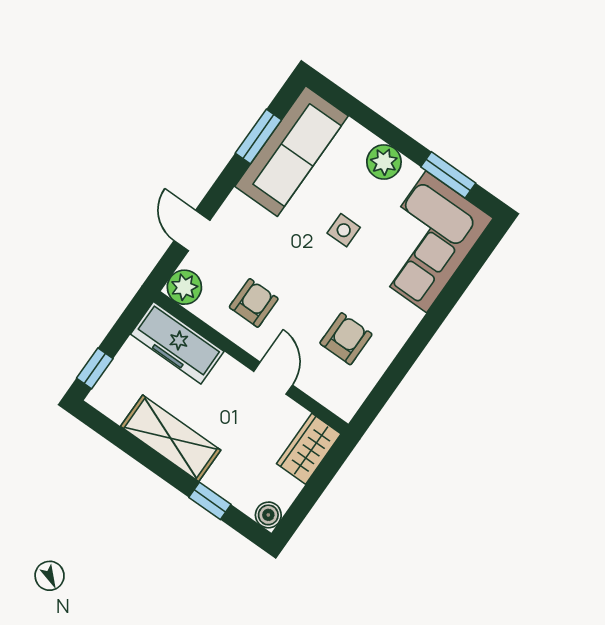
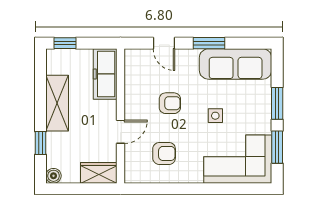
window: (387, 132) -> (277, 103), added
window: (258, 136) -> (209, 43), moved
plant: (384, 162) -> (262, 112), removed
door: (192, 230) -> (164, 43), swing flipped
plant: (184, 287) -> (134, 59), removed
armchair: (254, 303) -> (170, 103), moved

